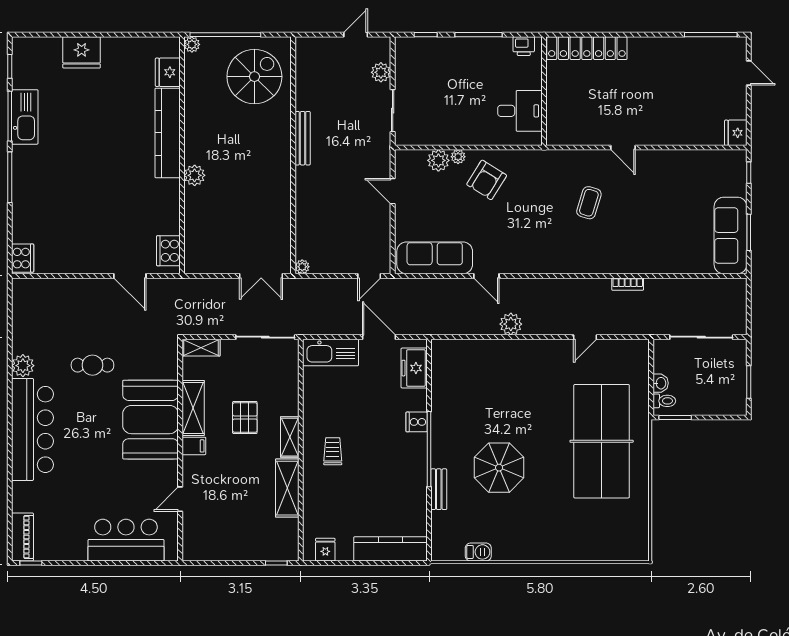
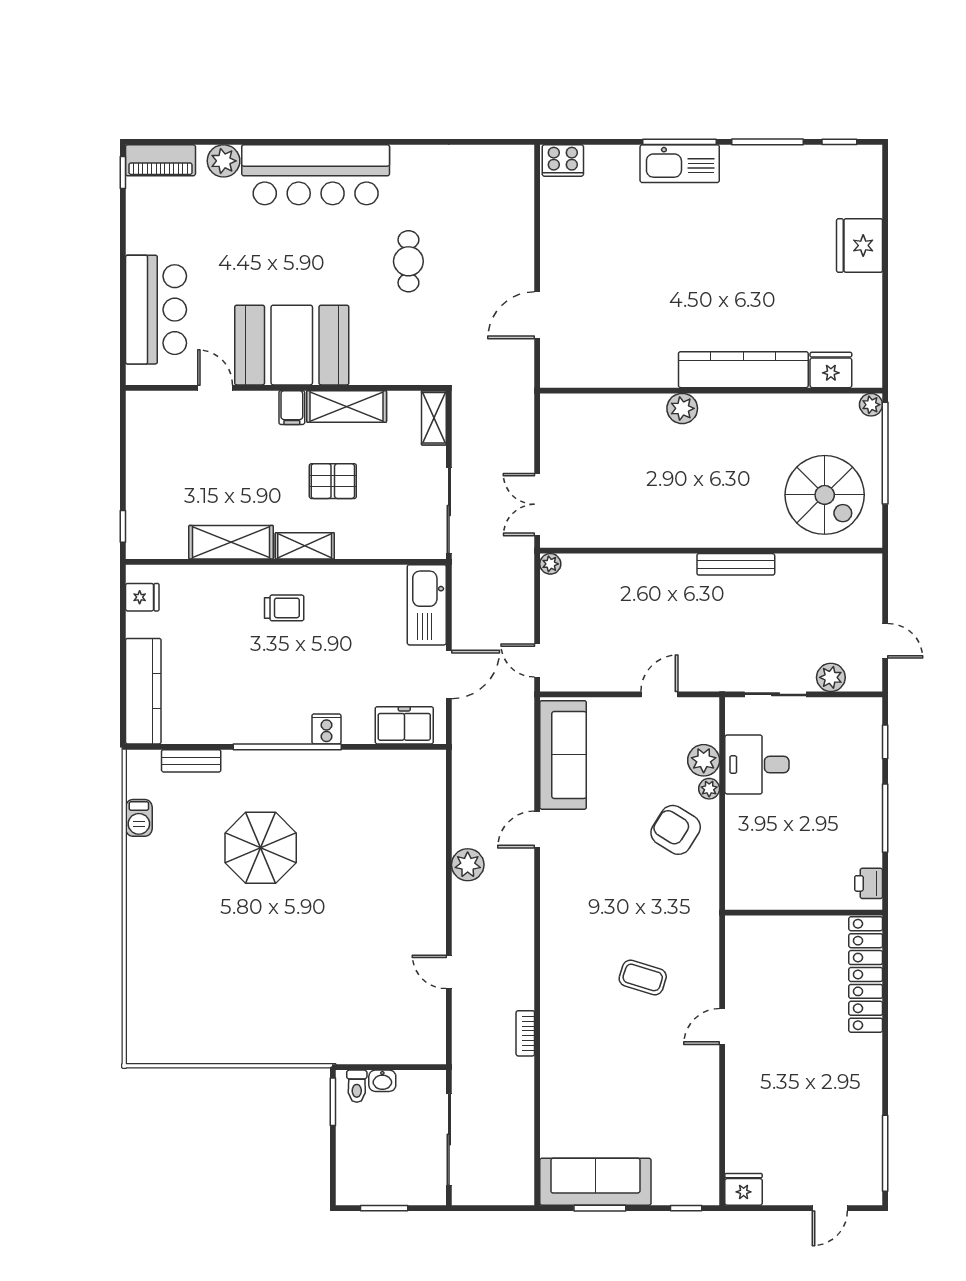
desk: (520, 111) -> (757, 765), moved, turned 90
kitchen sink: (25, 117) -> (680, 164), moved
cooker: (168, 251) -> (573, 371), removed
plant: (23, 366) -> (224, 161), moved
booth: (151, 420) -> (292, 345), moved
table tennis table: (602, 441) -> (299, 996), removed
bench: (439, 489) -> (191, 761), moved

